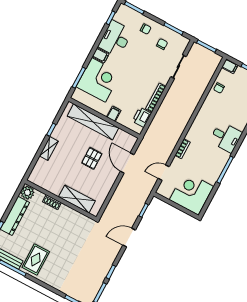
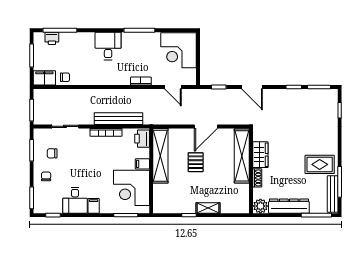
desk: (115, 39) -> (75, 200), width x0.73
filing cabinet: (230, 66) -> (44, 78), width x2.00
corner desk: (98, 80) -> (131, 188), moved, turned -90
bench: (162, 114) -> (118, 119), added
printer: (142, 117) -> (142, 139), moved, turned 90
shelving: (93, 122) -> (160, 156), moved
pallet: (92, 158) -> (196, 162), turned 90
door: (127, 163) -> (206, 126), moved
shelving: (77, 199) -> (242, 156), width x1.47
wardrobe: (70, 215) -> (260, 155), added

